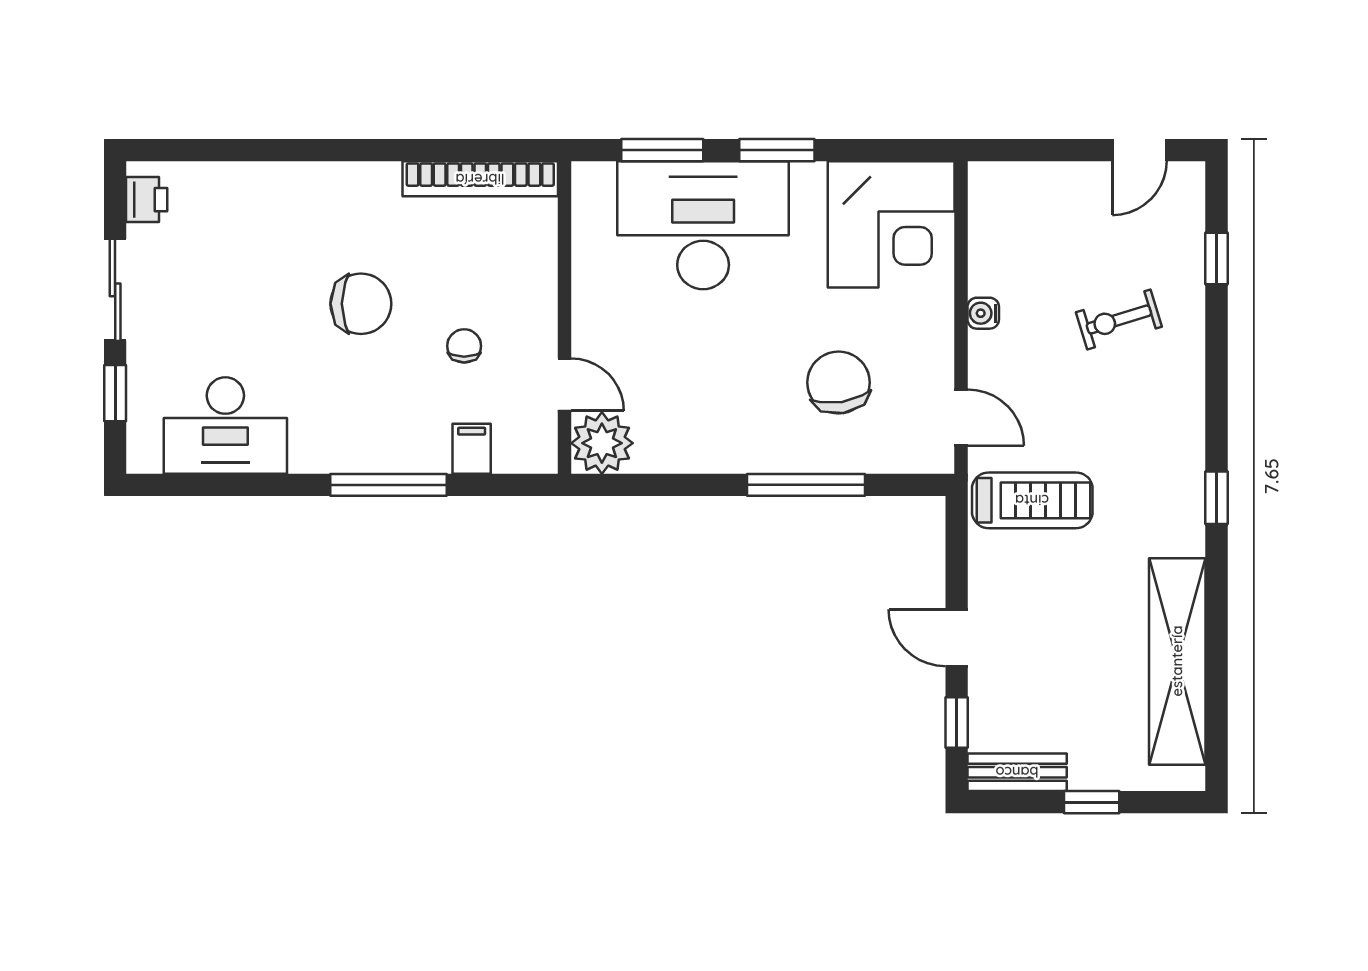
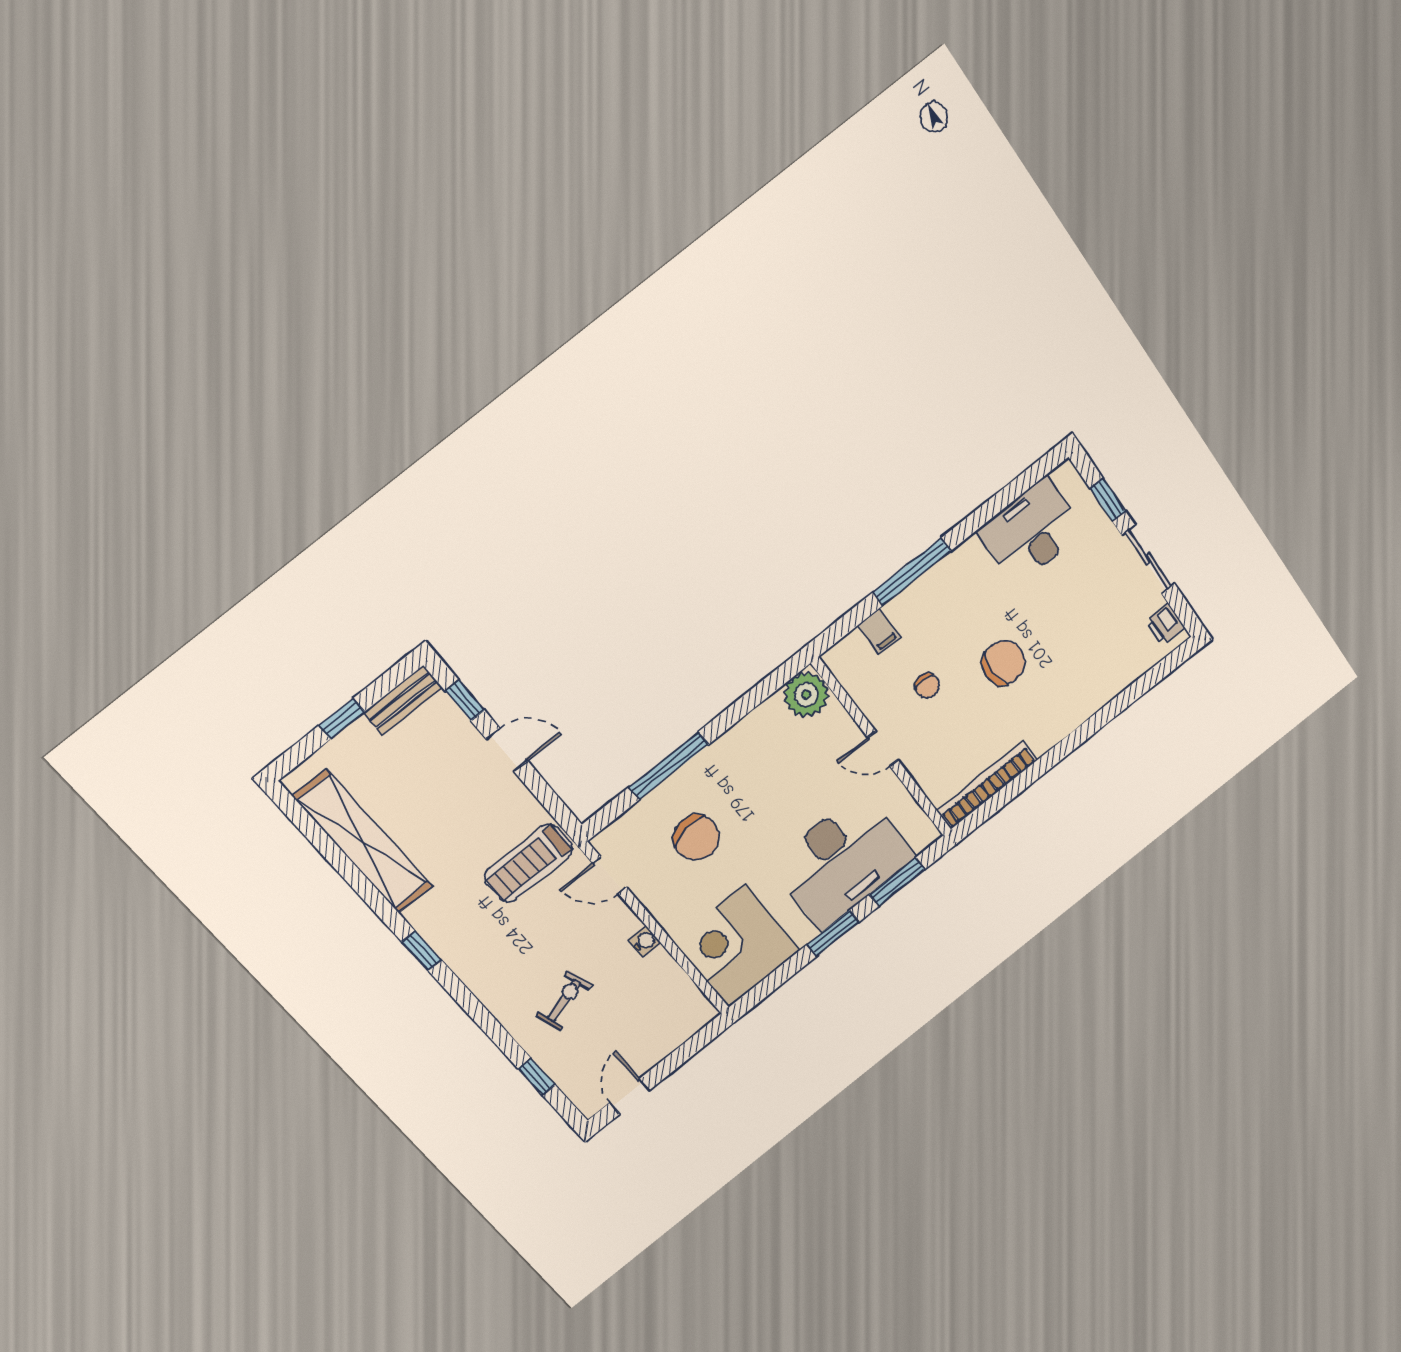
chair: (361, 304) -> (1004, 663), turned 180
door: (564, 385) -> (883, 749), moved

